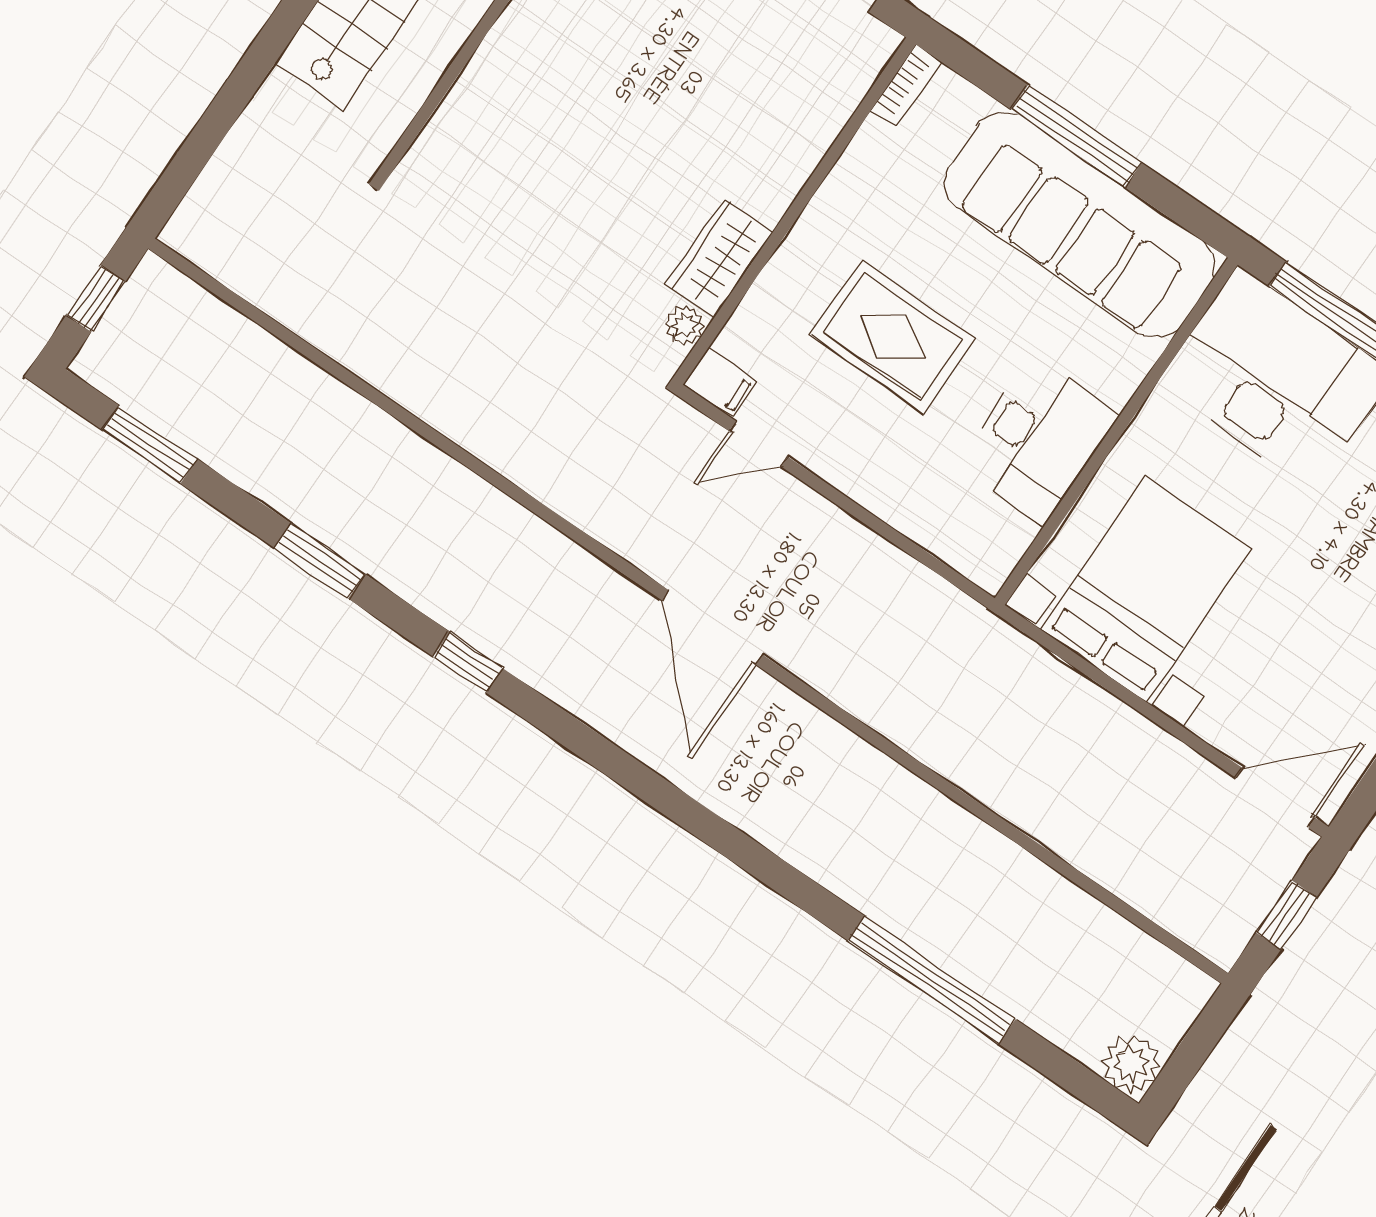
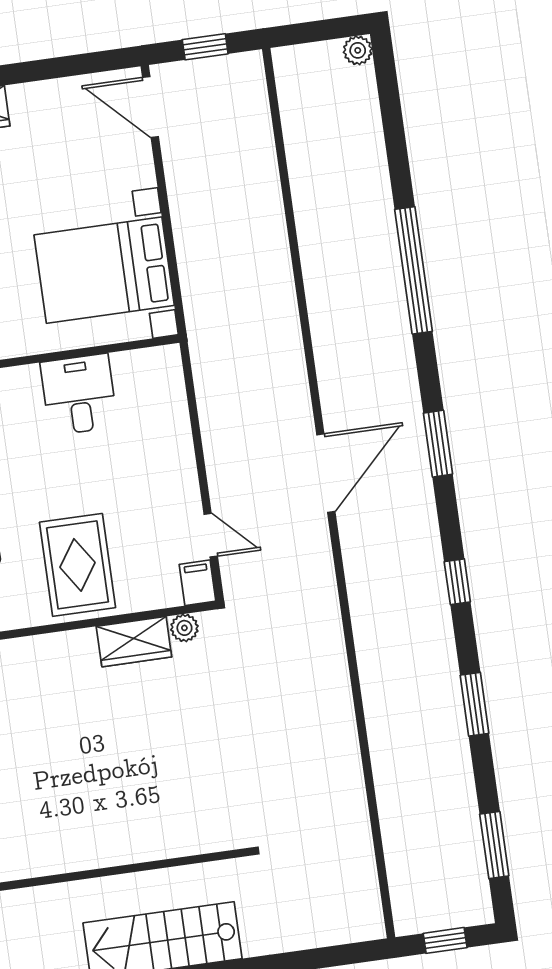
rug: (892, 336) -> (78, 565), moved
desk: (1038, 440) -> (79, 395), width x0.73
window: (634, 776) -> (438, 444), added
window: (932, 980) -> (414, 270), moved
plant: (1132, 1064) -> (358, 50), width x0.73, depth x0.73

